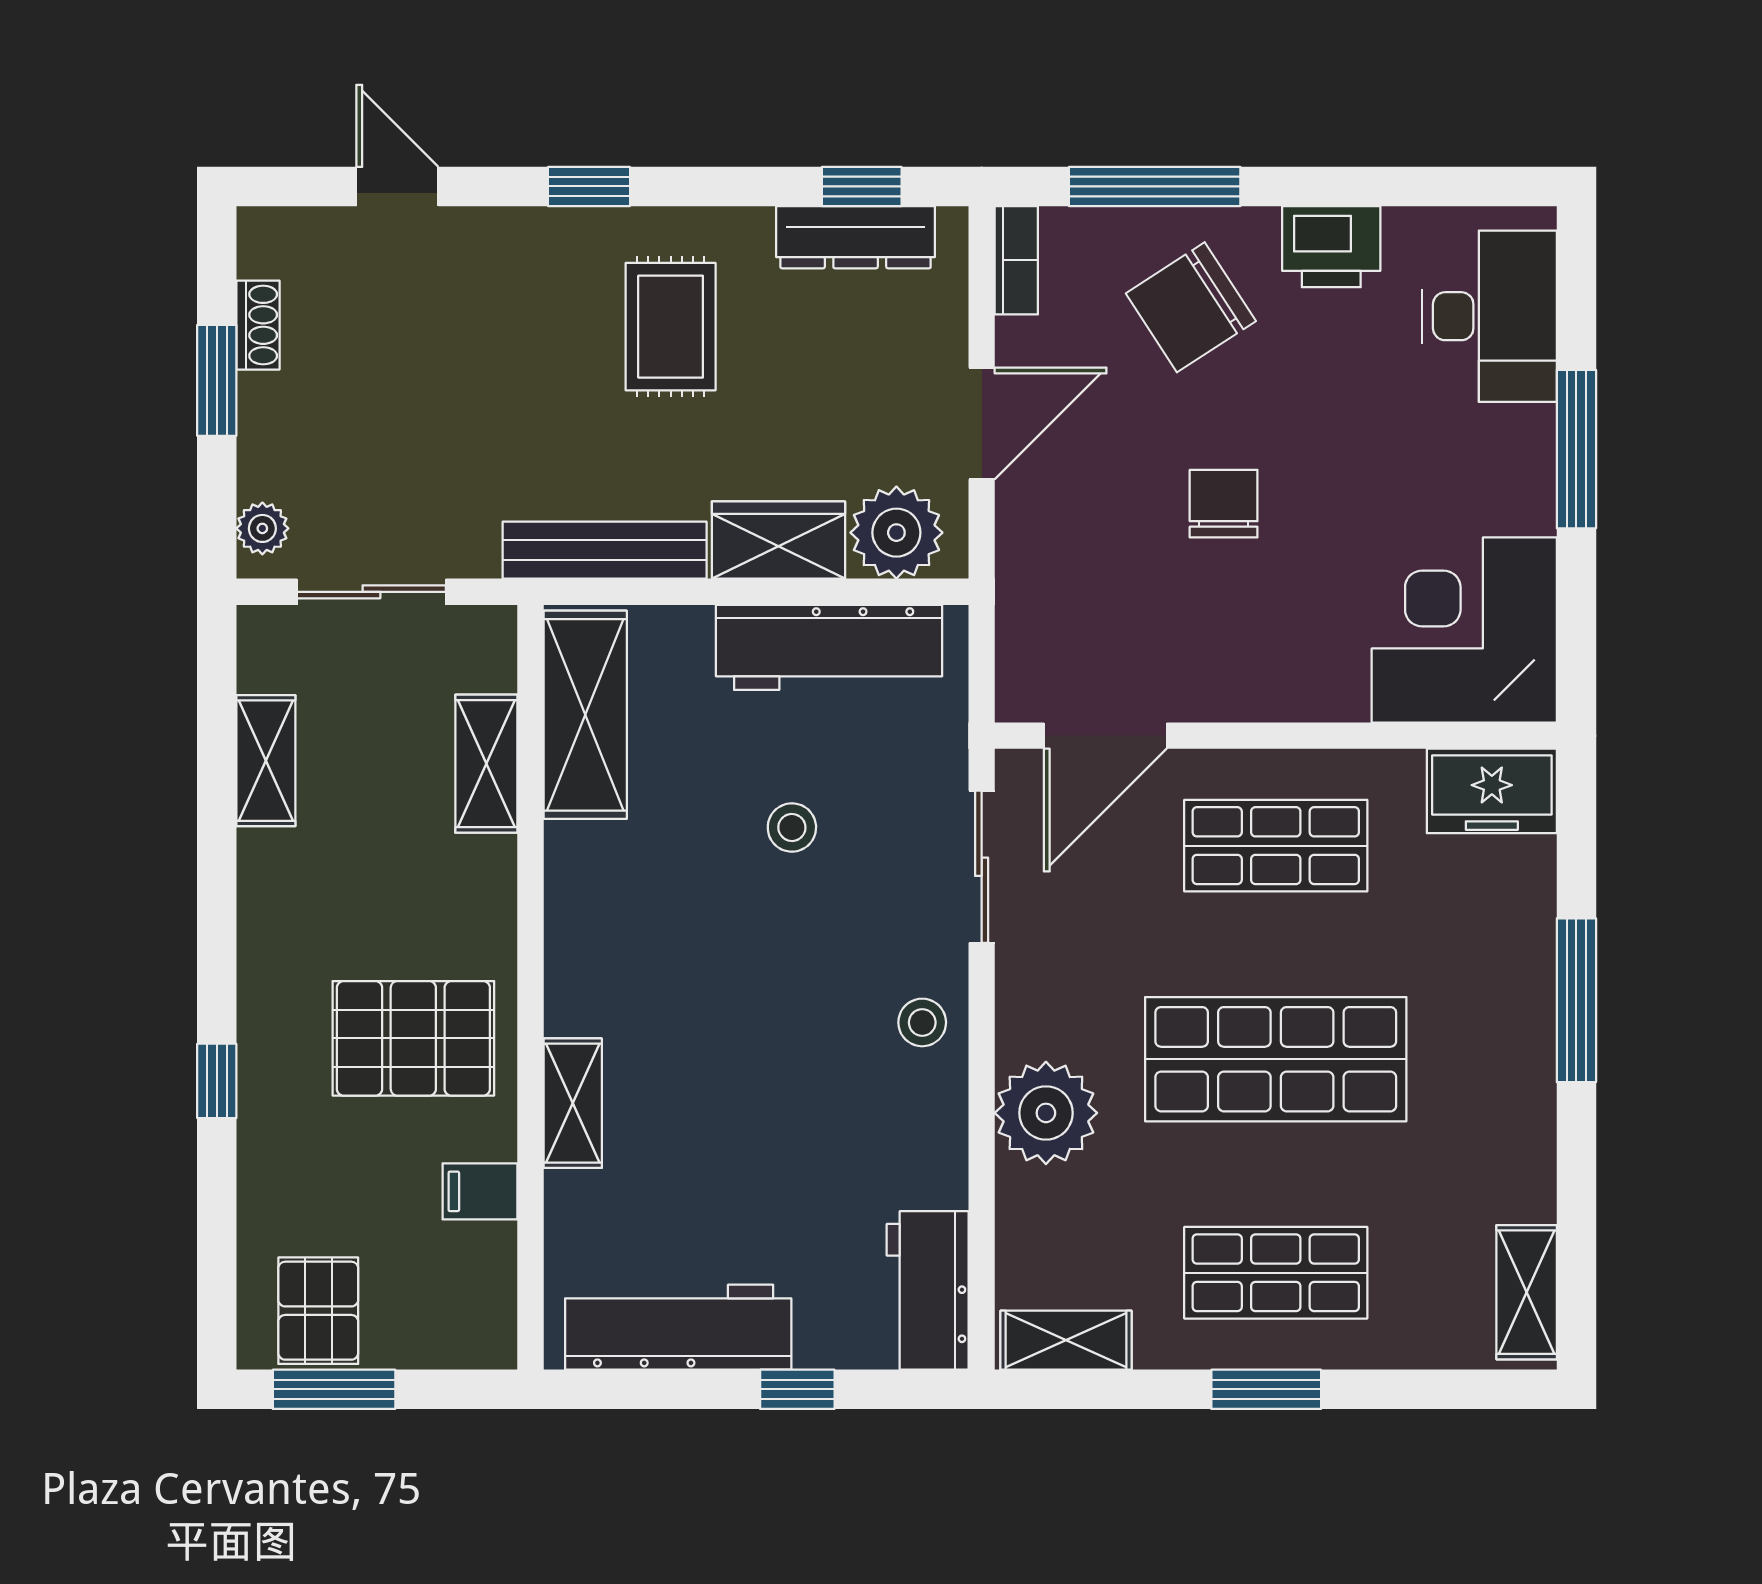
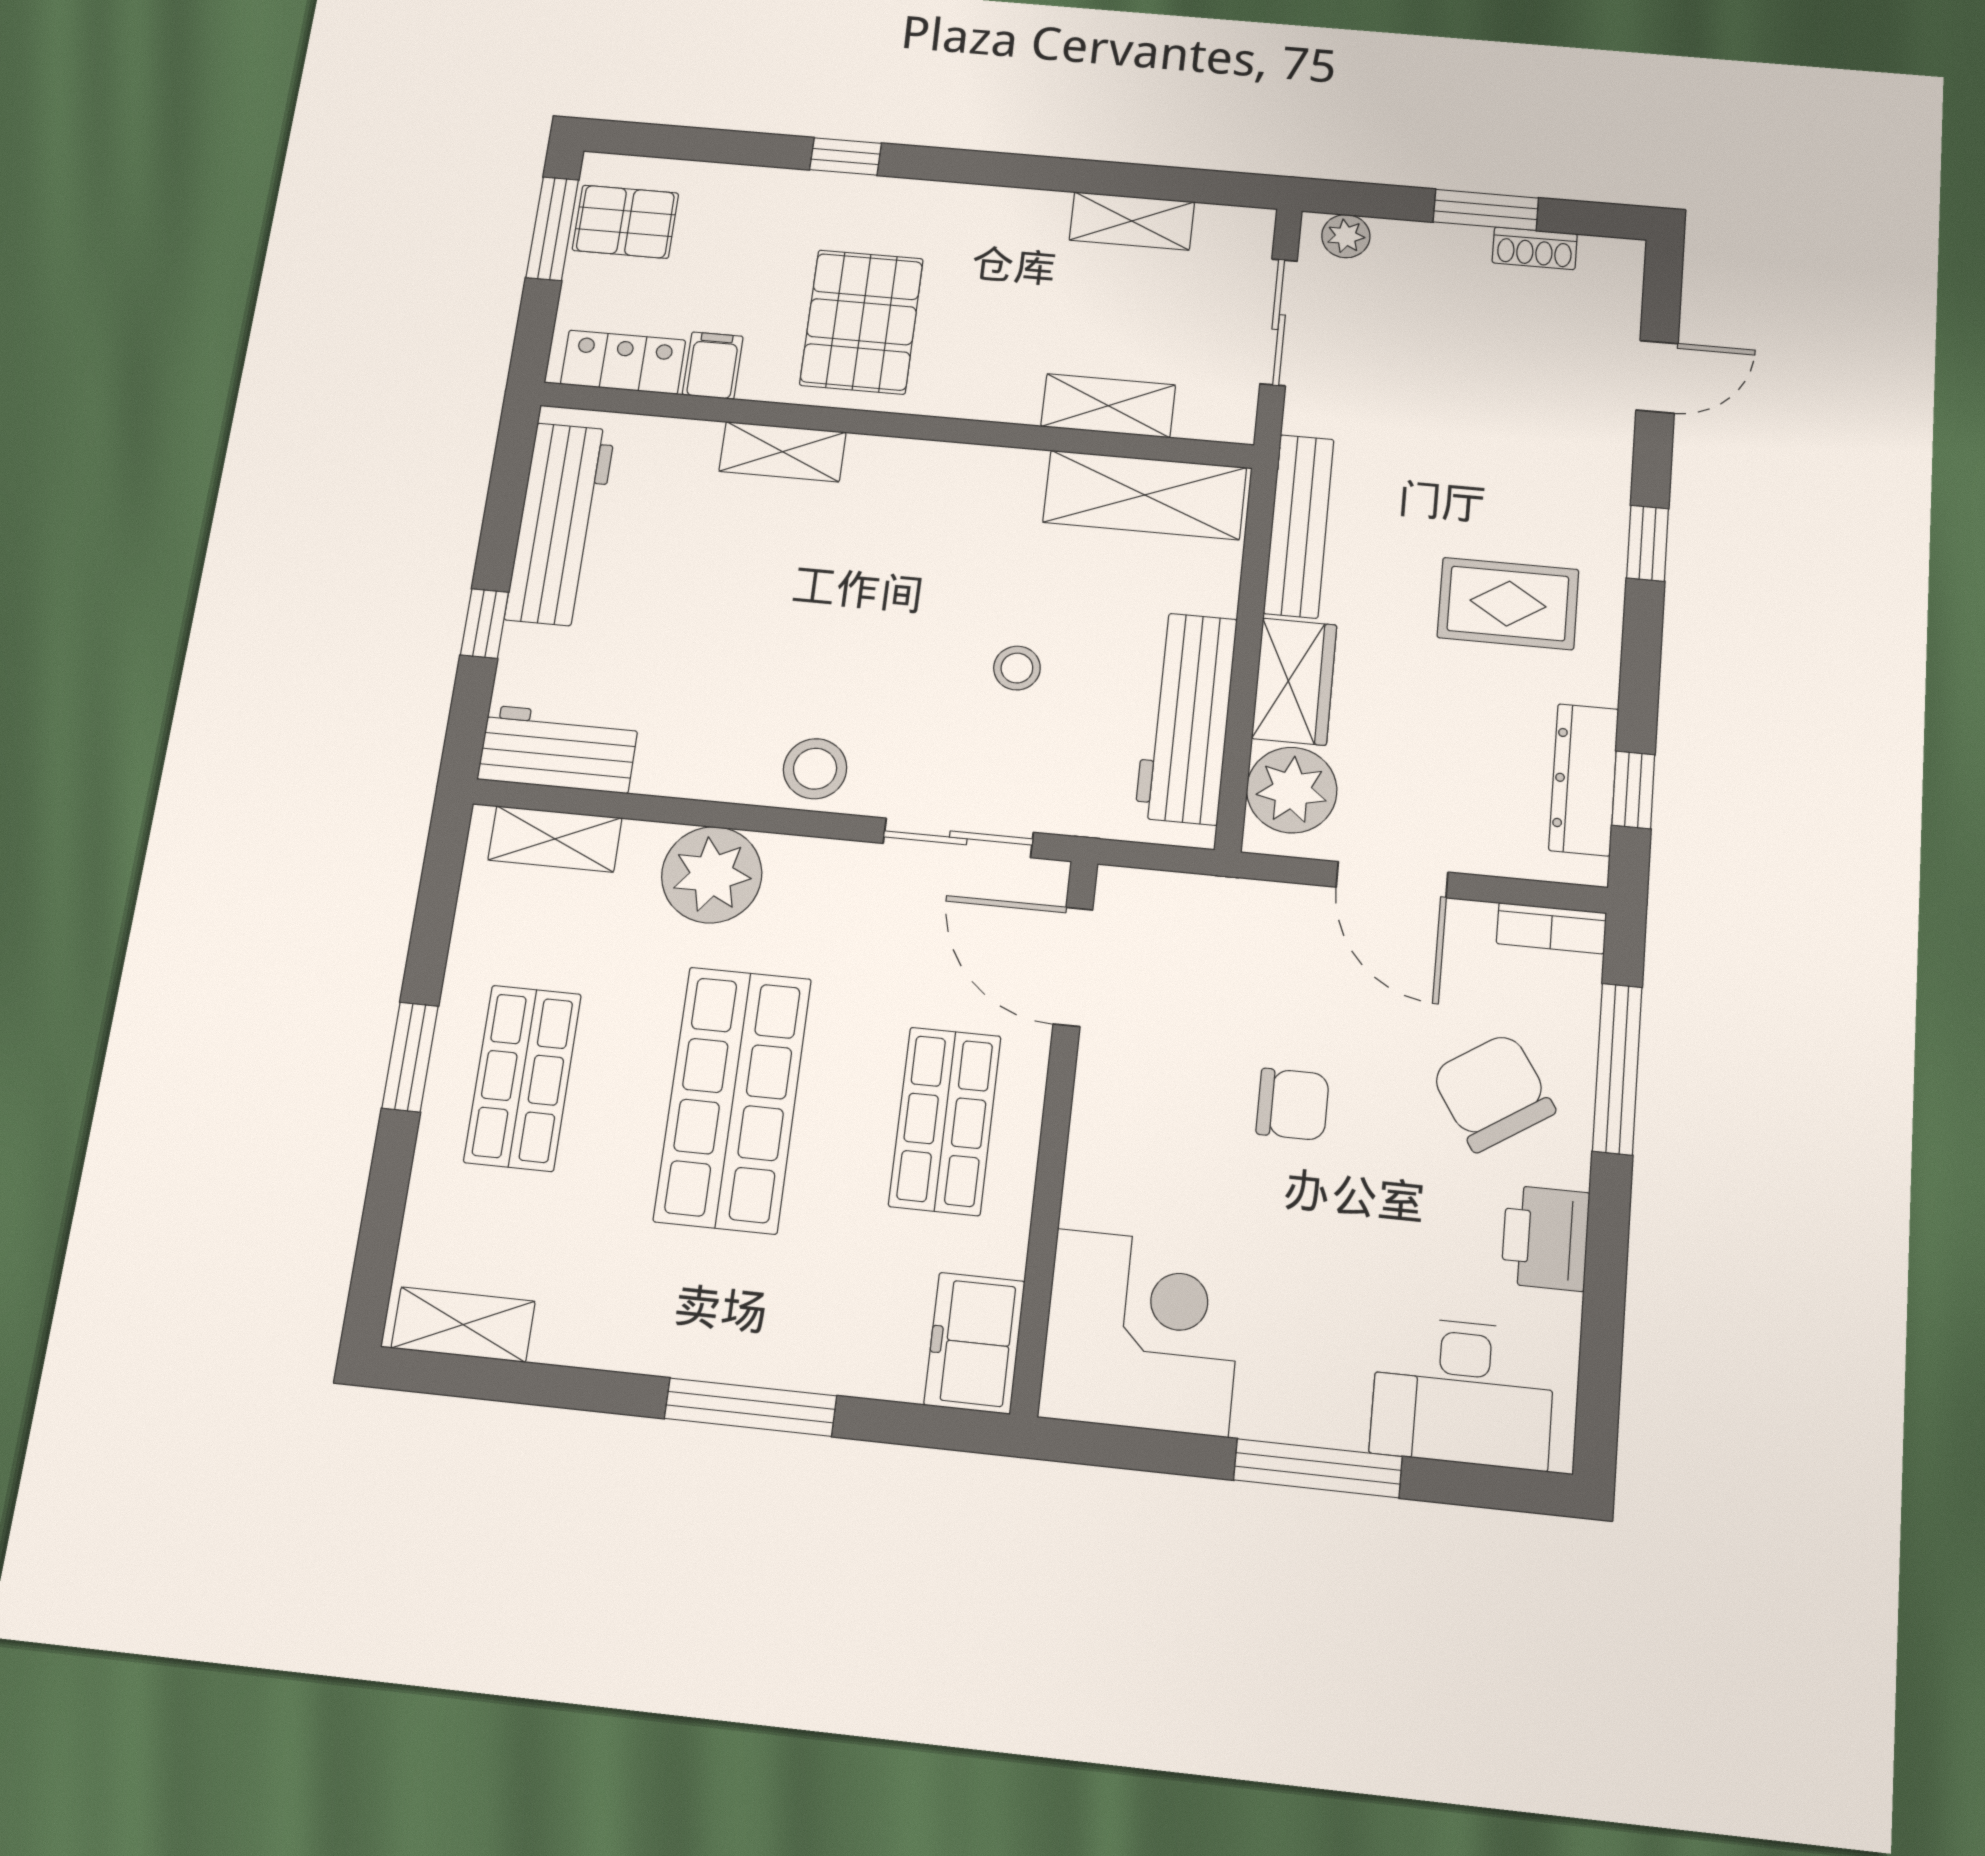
stool: (922, 1022) -> (815, 769), width x1.37, depth x1.37
locker: (485, 1288) -> (623, 362), added
shelving: (1066, 1340) -> (555, 839), moved, turned 90

